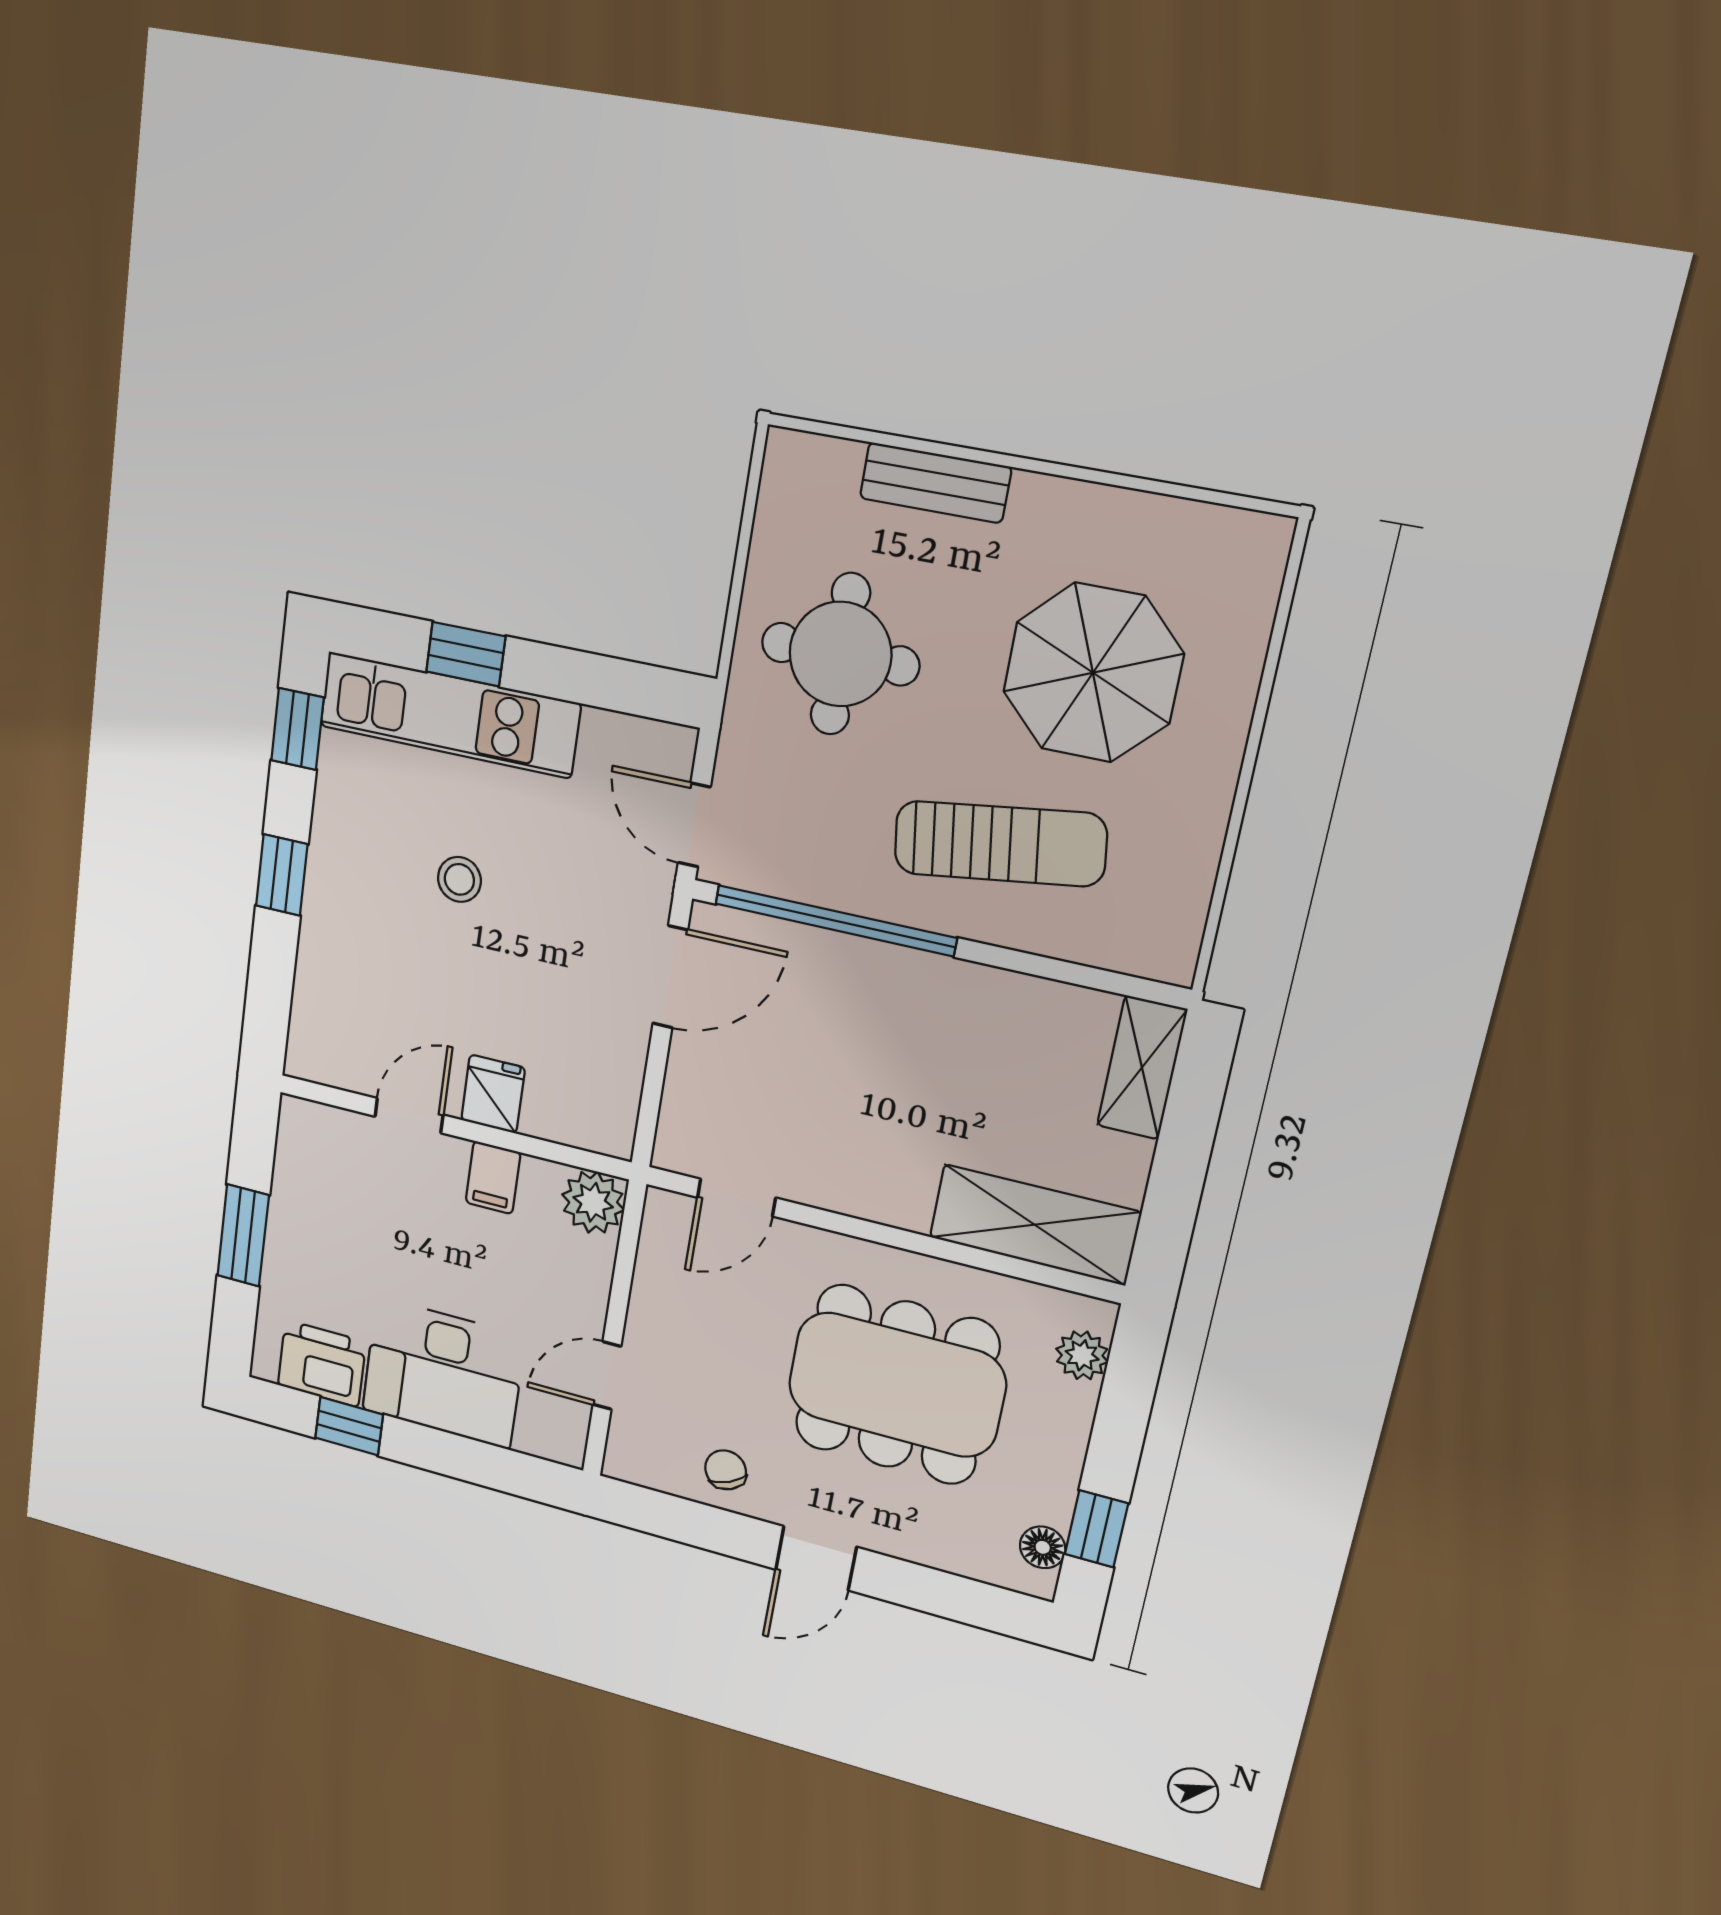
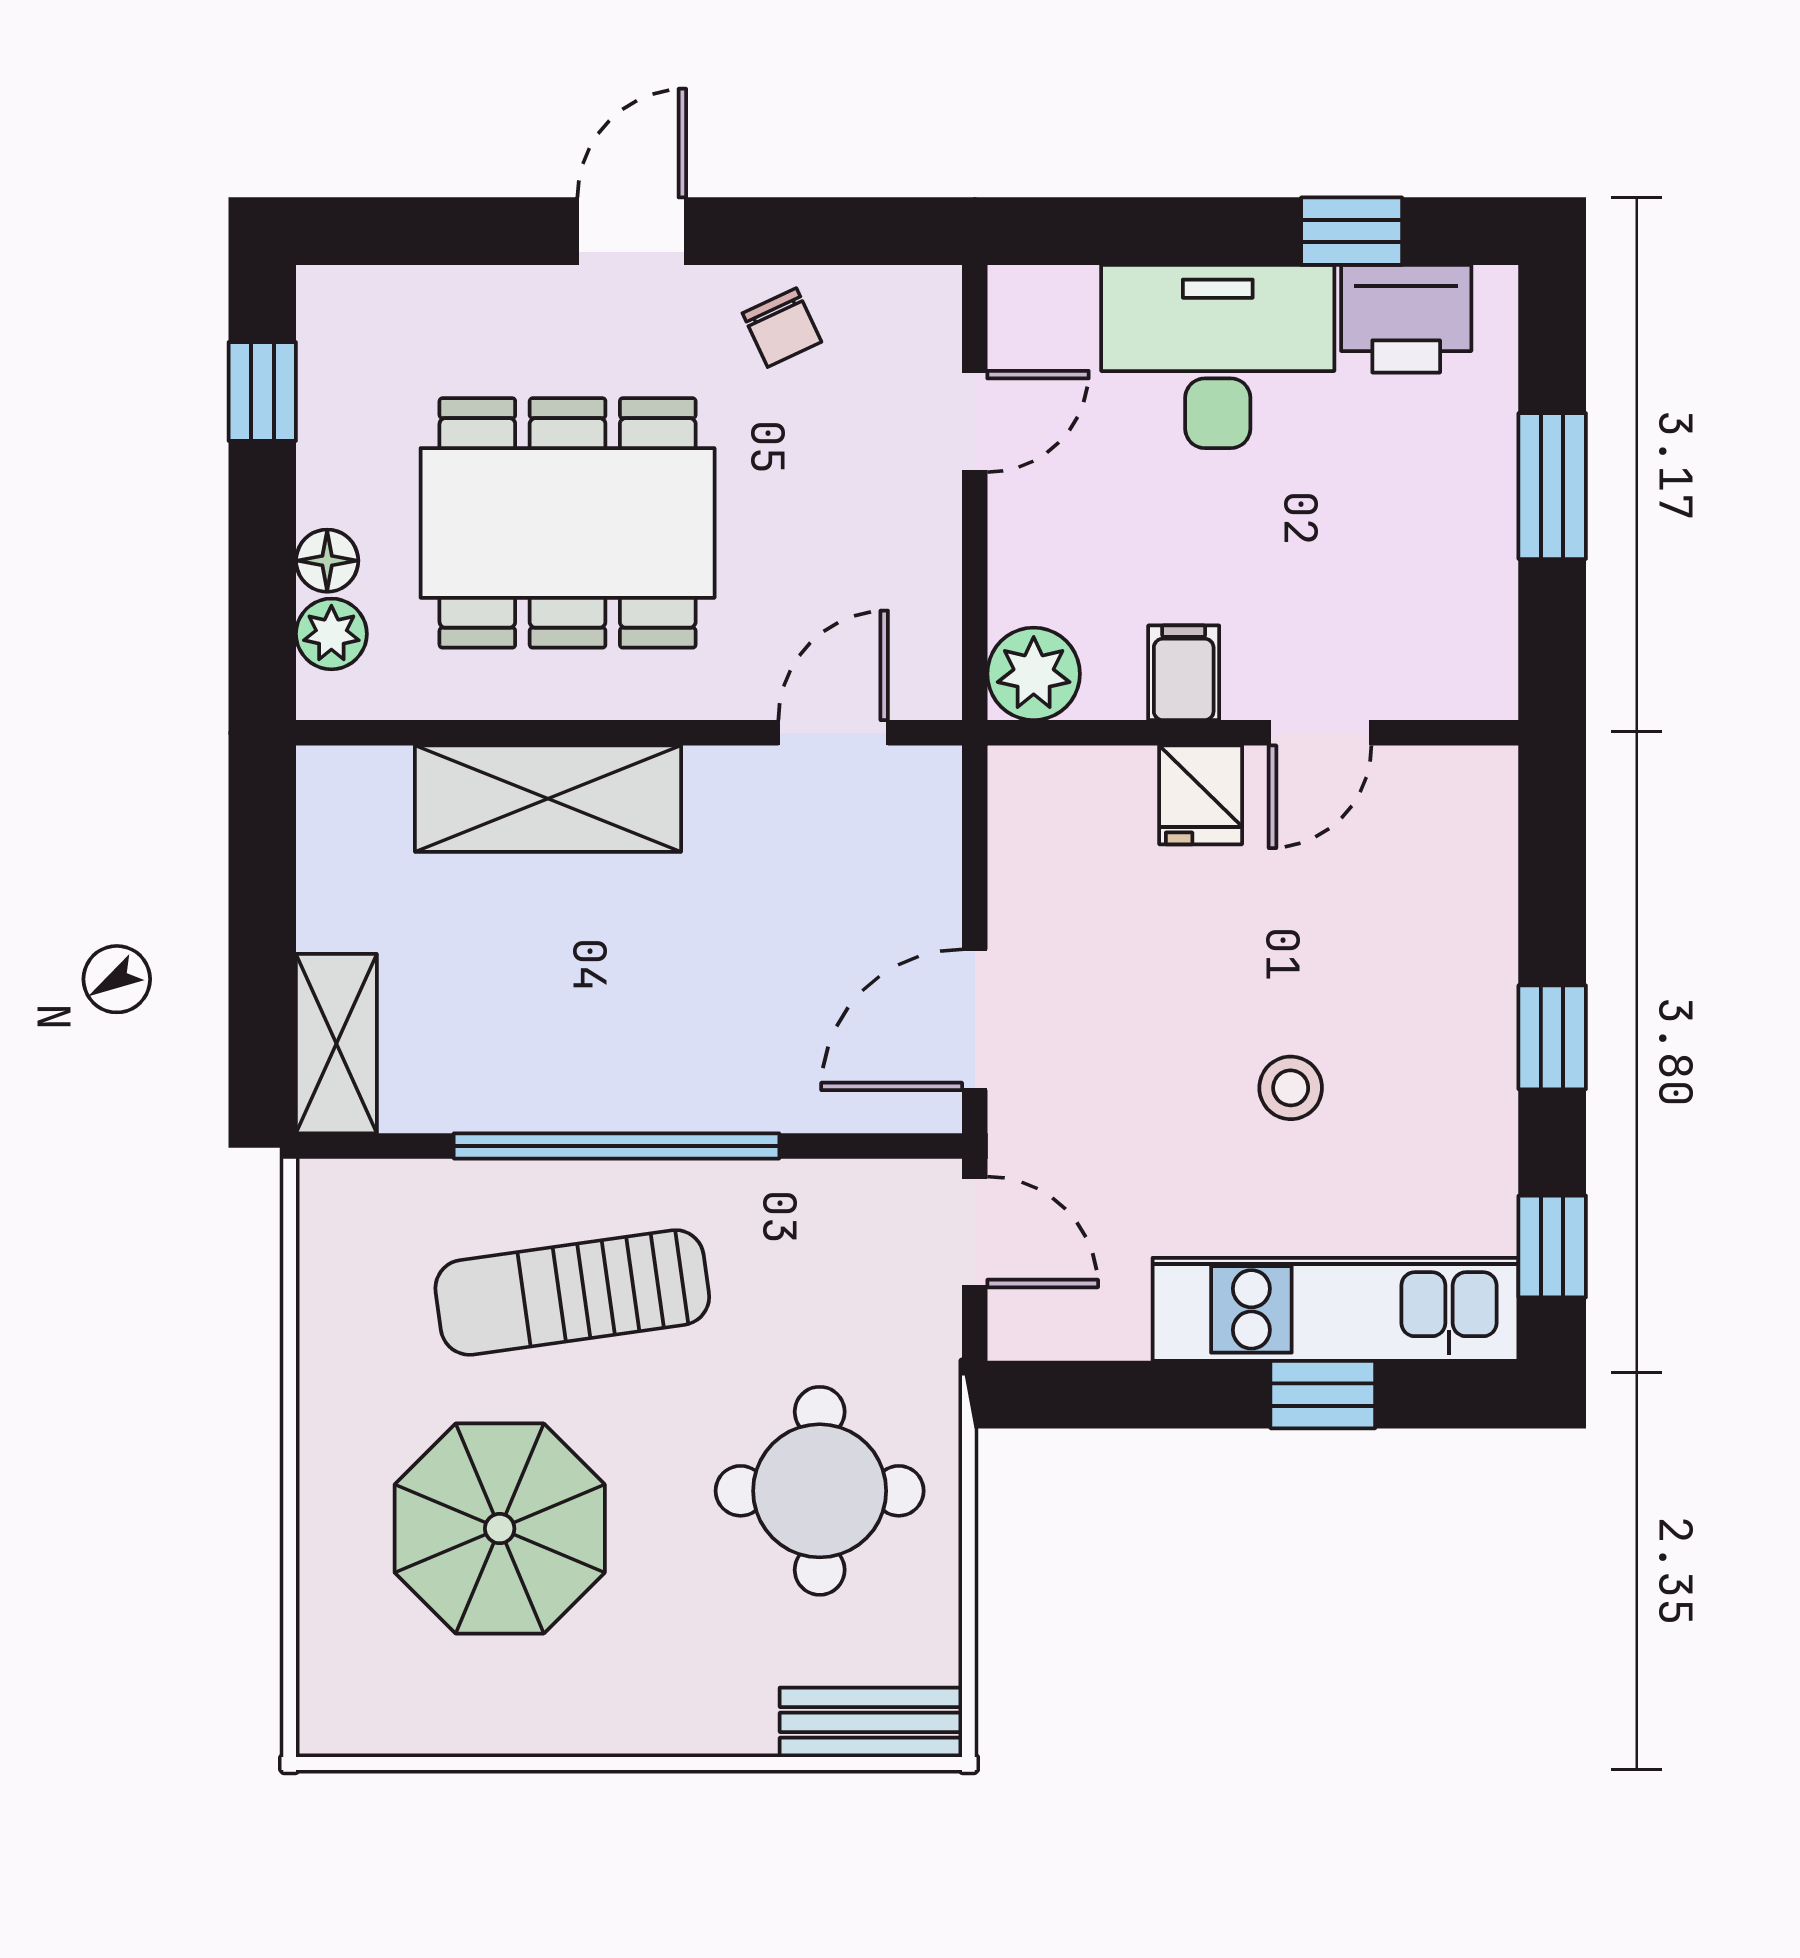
bench: (935, 483) -> (871, 1722), moved
window: (835, 921) -> (617, 1146), moved
shelving: (1034, 1225) -> (548, 799), moved
floor lamp: (1043, 1547) -> (327, 561), moved

